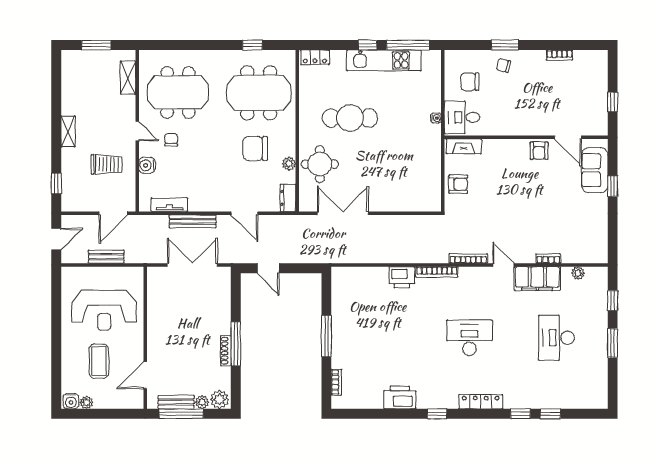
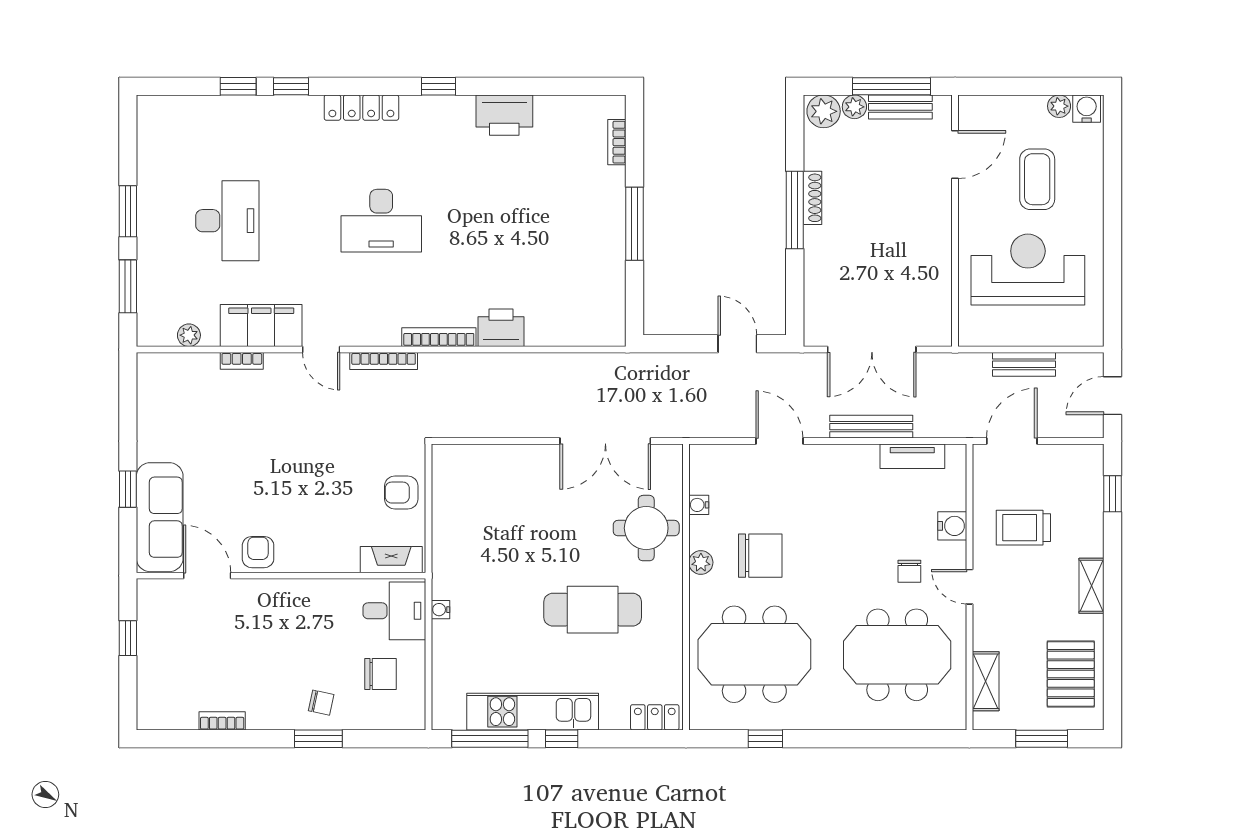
pallet: (80, 82) -> (1071, 674), added
plant: (289, 164) -> (701, 562), moved
sofa: (595, 170) -> (160, 517), width x1.36
water cooler: (290, 177) -> (699, 505), added
dresser: (288, 198) -> (703, 468), removed
window: (613, 301) -> (128, 286), width x1.50

